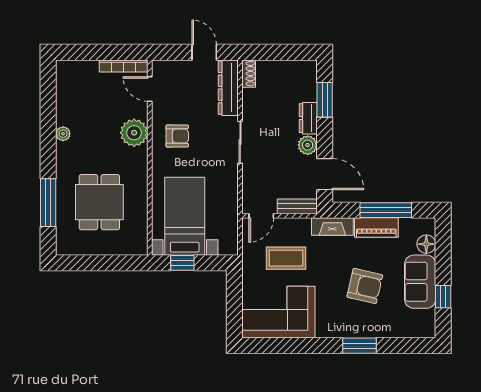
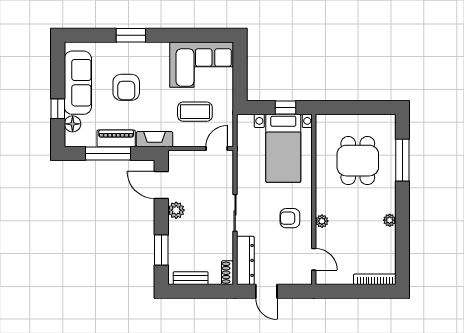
bookcase: (124, 66) -> (375, 279), moved
dresser: (308, 118) -> (176, 234), removed
plant: (134, 133) -> (322, 221), width x0.53, depth x0.53
bench: (297, 206) -> (191, 278), moved
sofa: (420, 282) -> (78, 83), width x1.36
armchair: (365, 286) -> (126, 87), turned -103
window: (443, 297) -> (58, 109), moved

